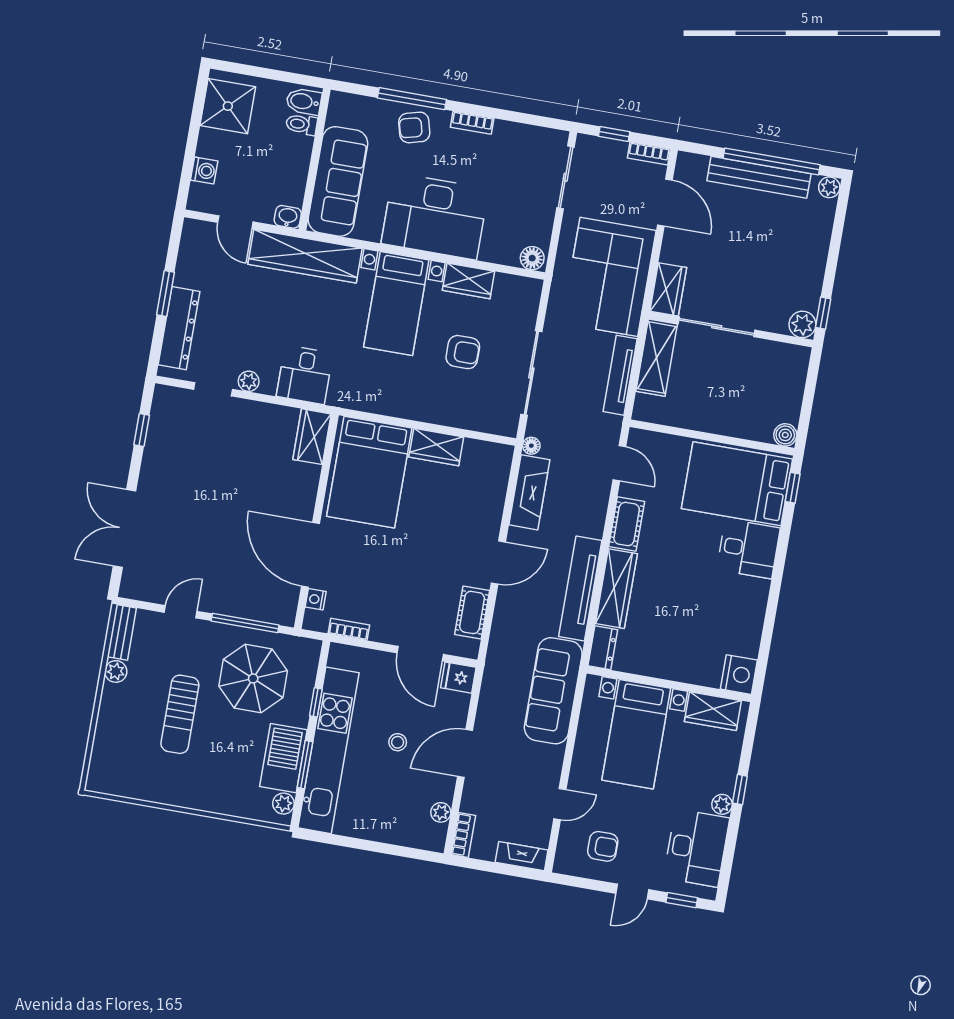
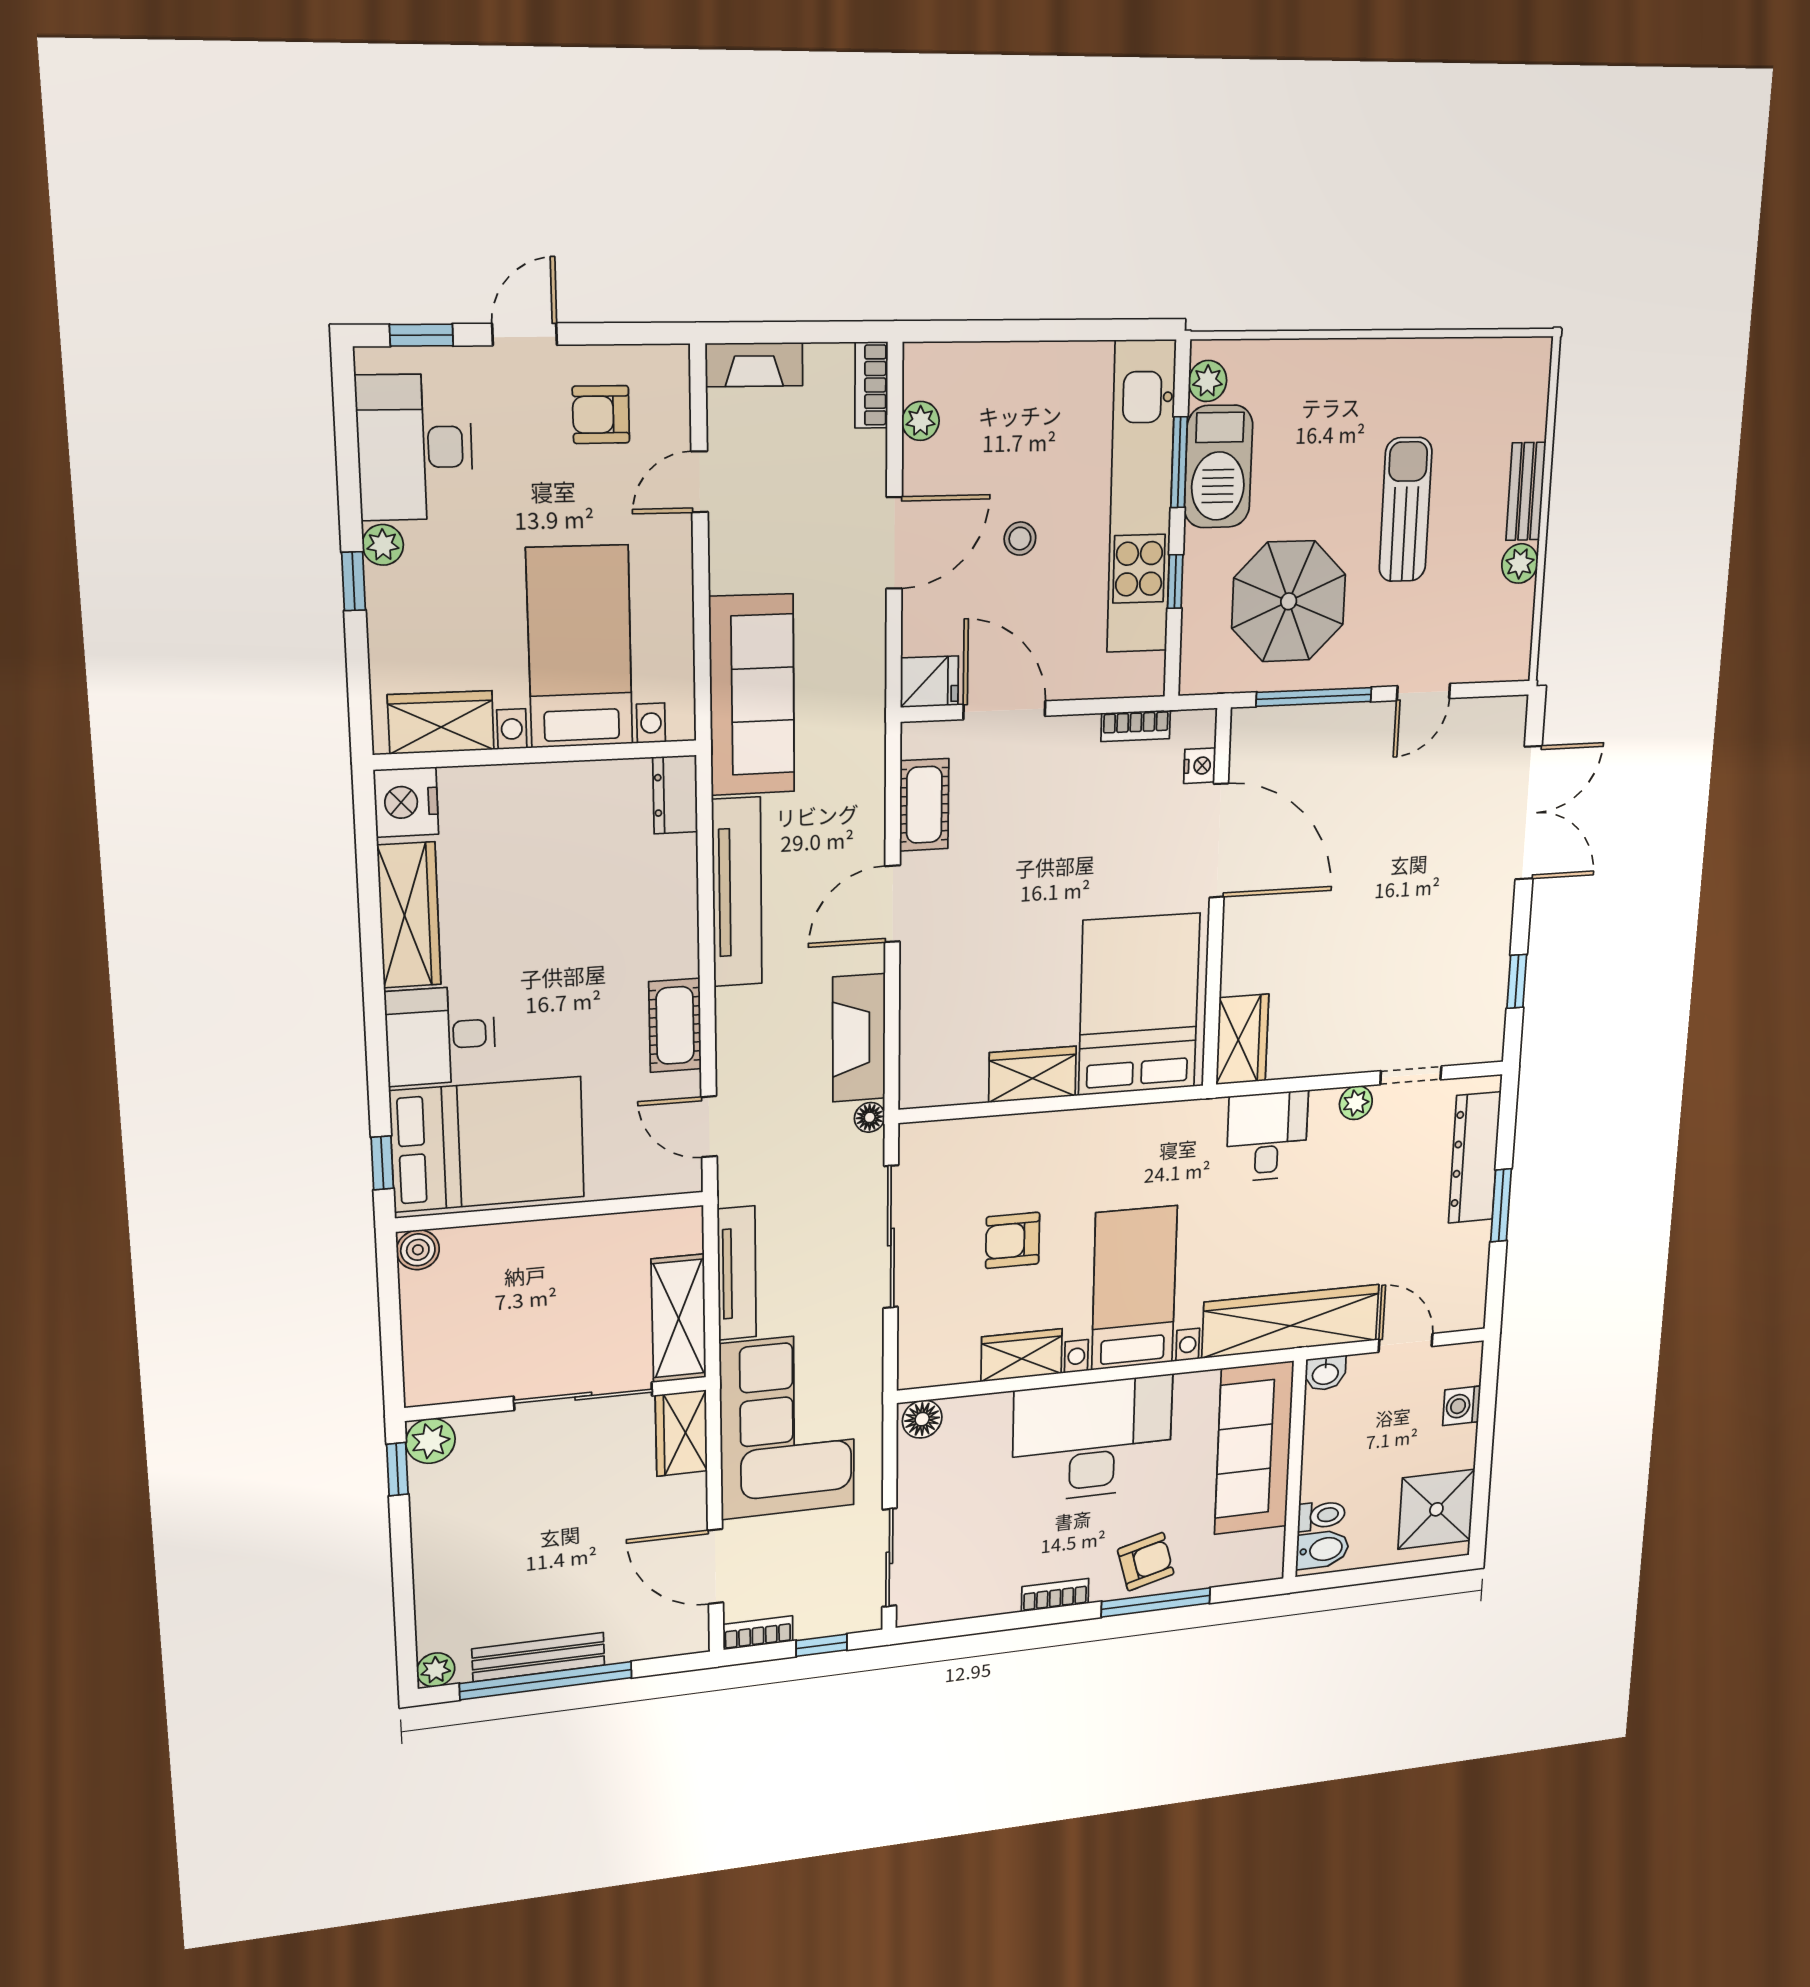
bench: (759, 177) -> (539, 1657), width x0.73, depth x0.82
wardrobe: (616, 589) -> (409, 915), moved, turned 180
bench: (122, 632) -> (1526, 491), moved

